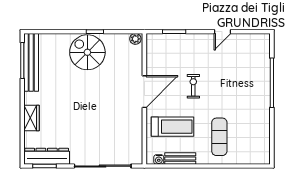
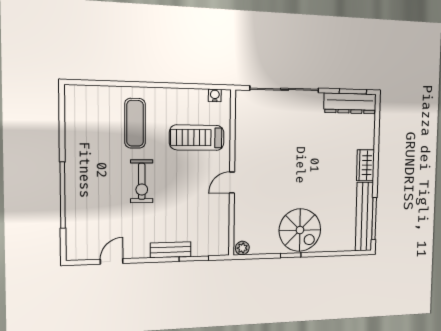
door: (223, 32) -> (112, 261), moved
exercise bike: (193, 86) -> (142, 181), moved, width x1.38, depth x1.39
door: (144, 92) -> (232, 183), width x0.53
wardrobe: (31, 118) -> (365, 165), moved
bench: (180, 158) -> (171, 250), moved

